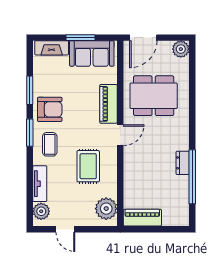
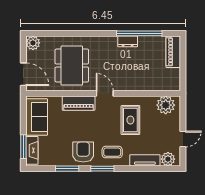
window: (80, 38) -> (23, 147), moved
rug: (88, 166) -> (130, 120), turned 90
piano: (142, 218) -> (173, 52), moved

